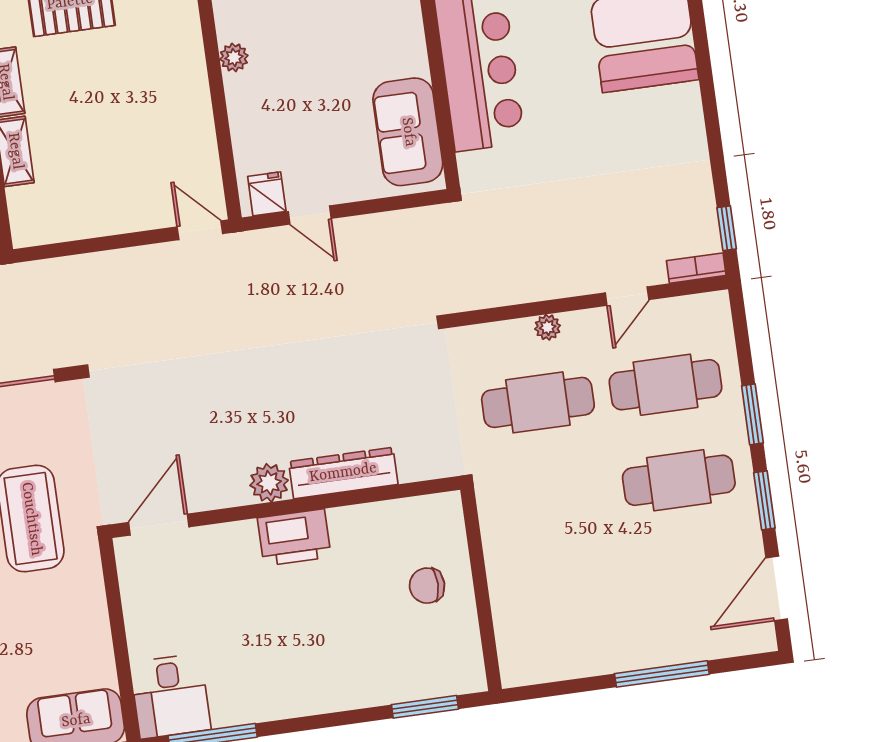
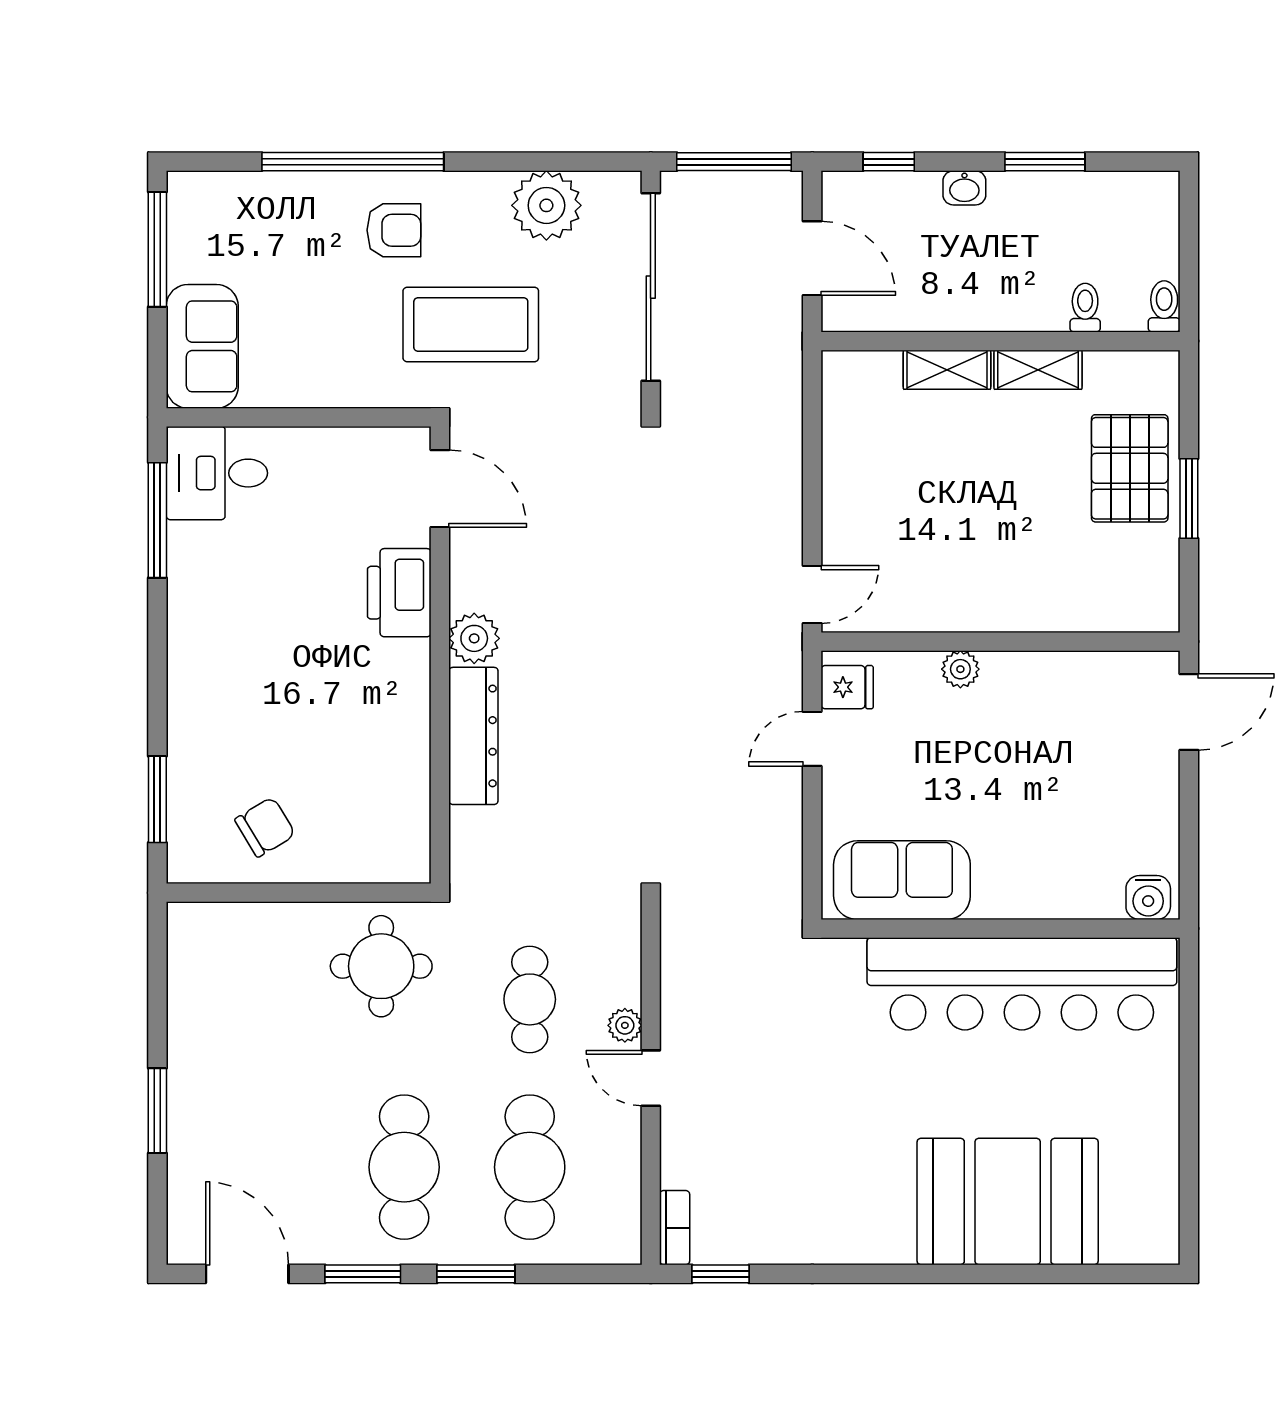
plant: (234, 57) -> (960, 669), moved
door: (627, 296) -> (651, 1078), moved
cafe table: (538, 402) -> (530, 999), width x0.73, depth x0.74
round table: (528, 519) -> (381, 966), added
printer: (294, 537) -> (399, 593), moved
chair: (427, 586) -> (265, 827), moved, turned 59
window: (662, 674) -> (157, 1111), width x0.69

